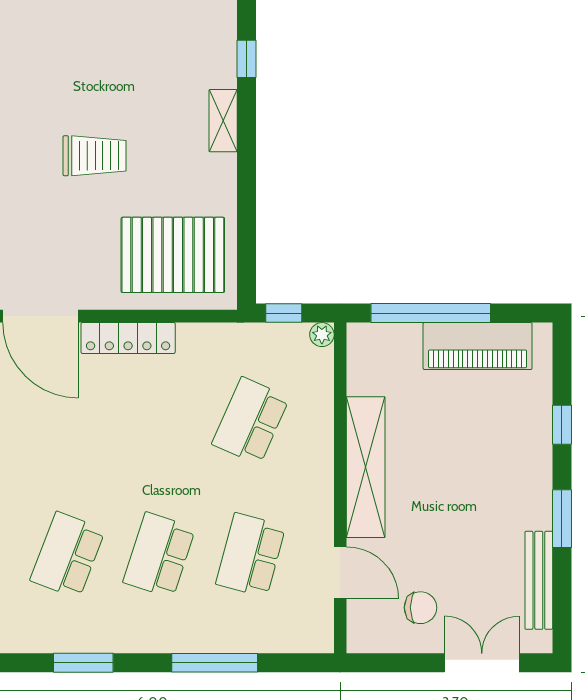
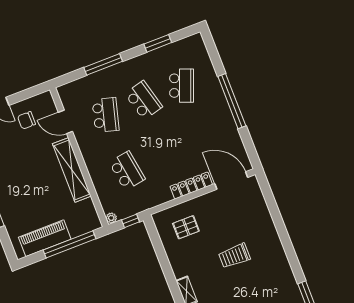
pallet: (173, 255) -> (186, 227), width x0.49, depth x0.50
school desk: (251, 421) -> (127, 171), turned -33
school desk: (159, 555) -> (144, 100), turned -33

